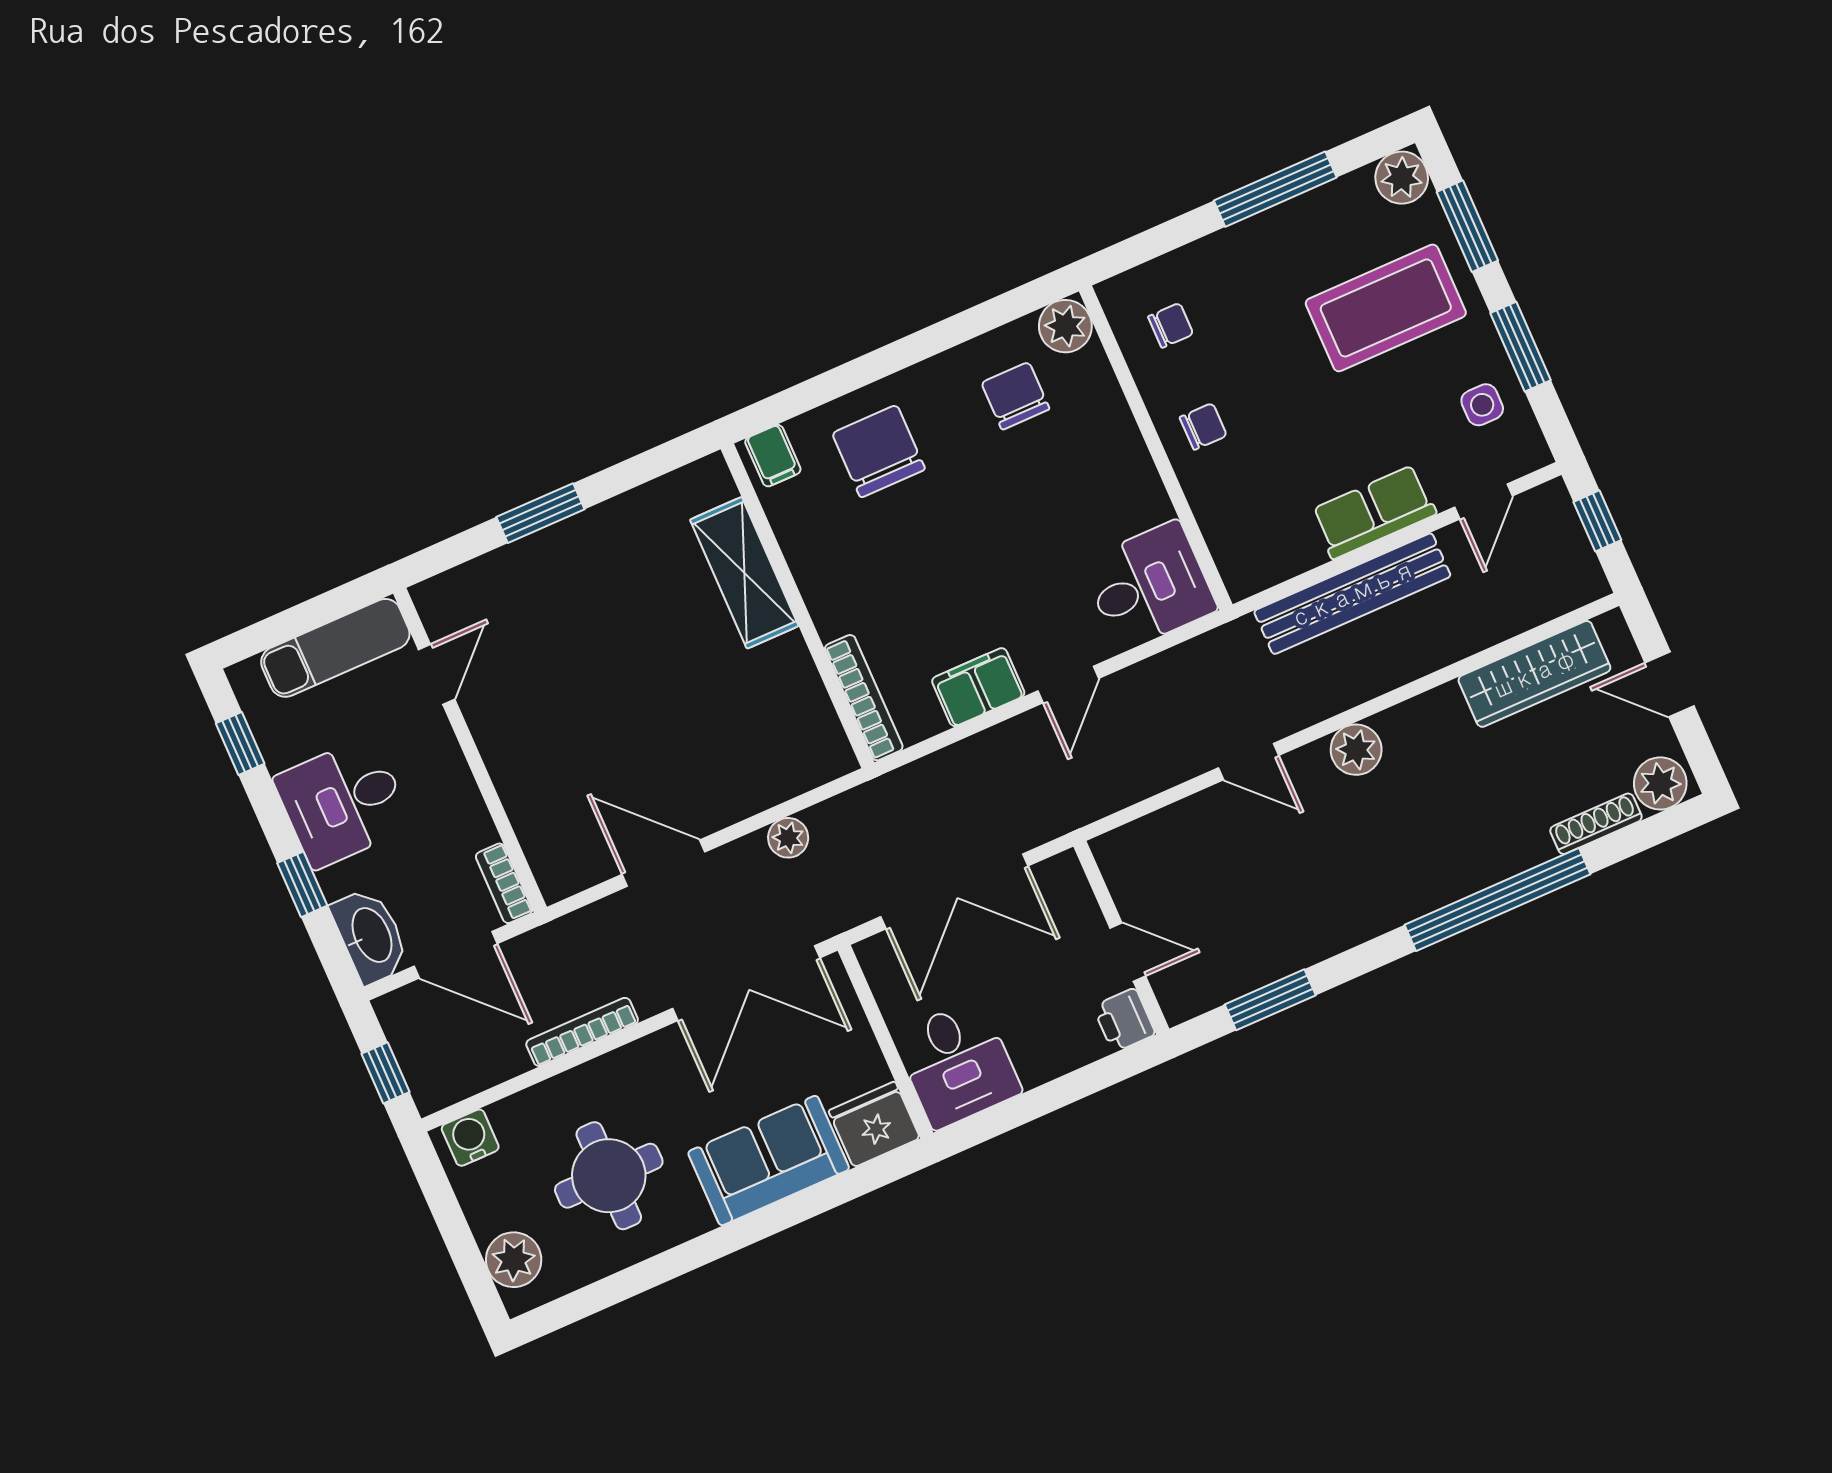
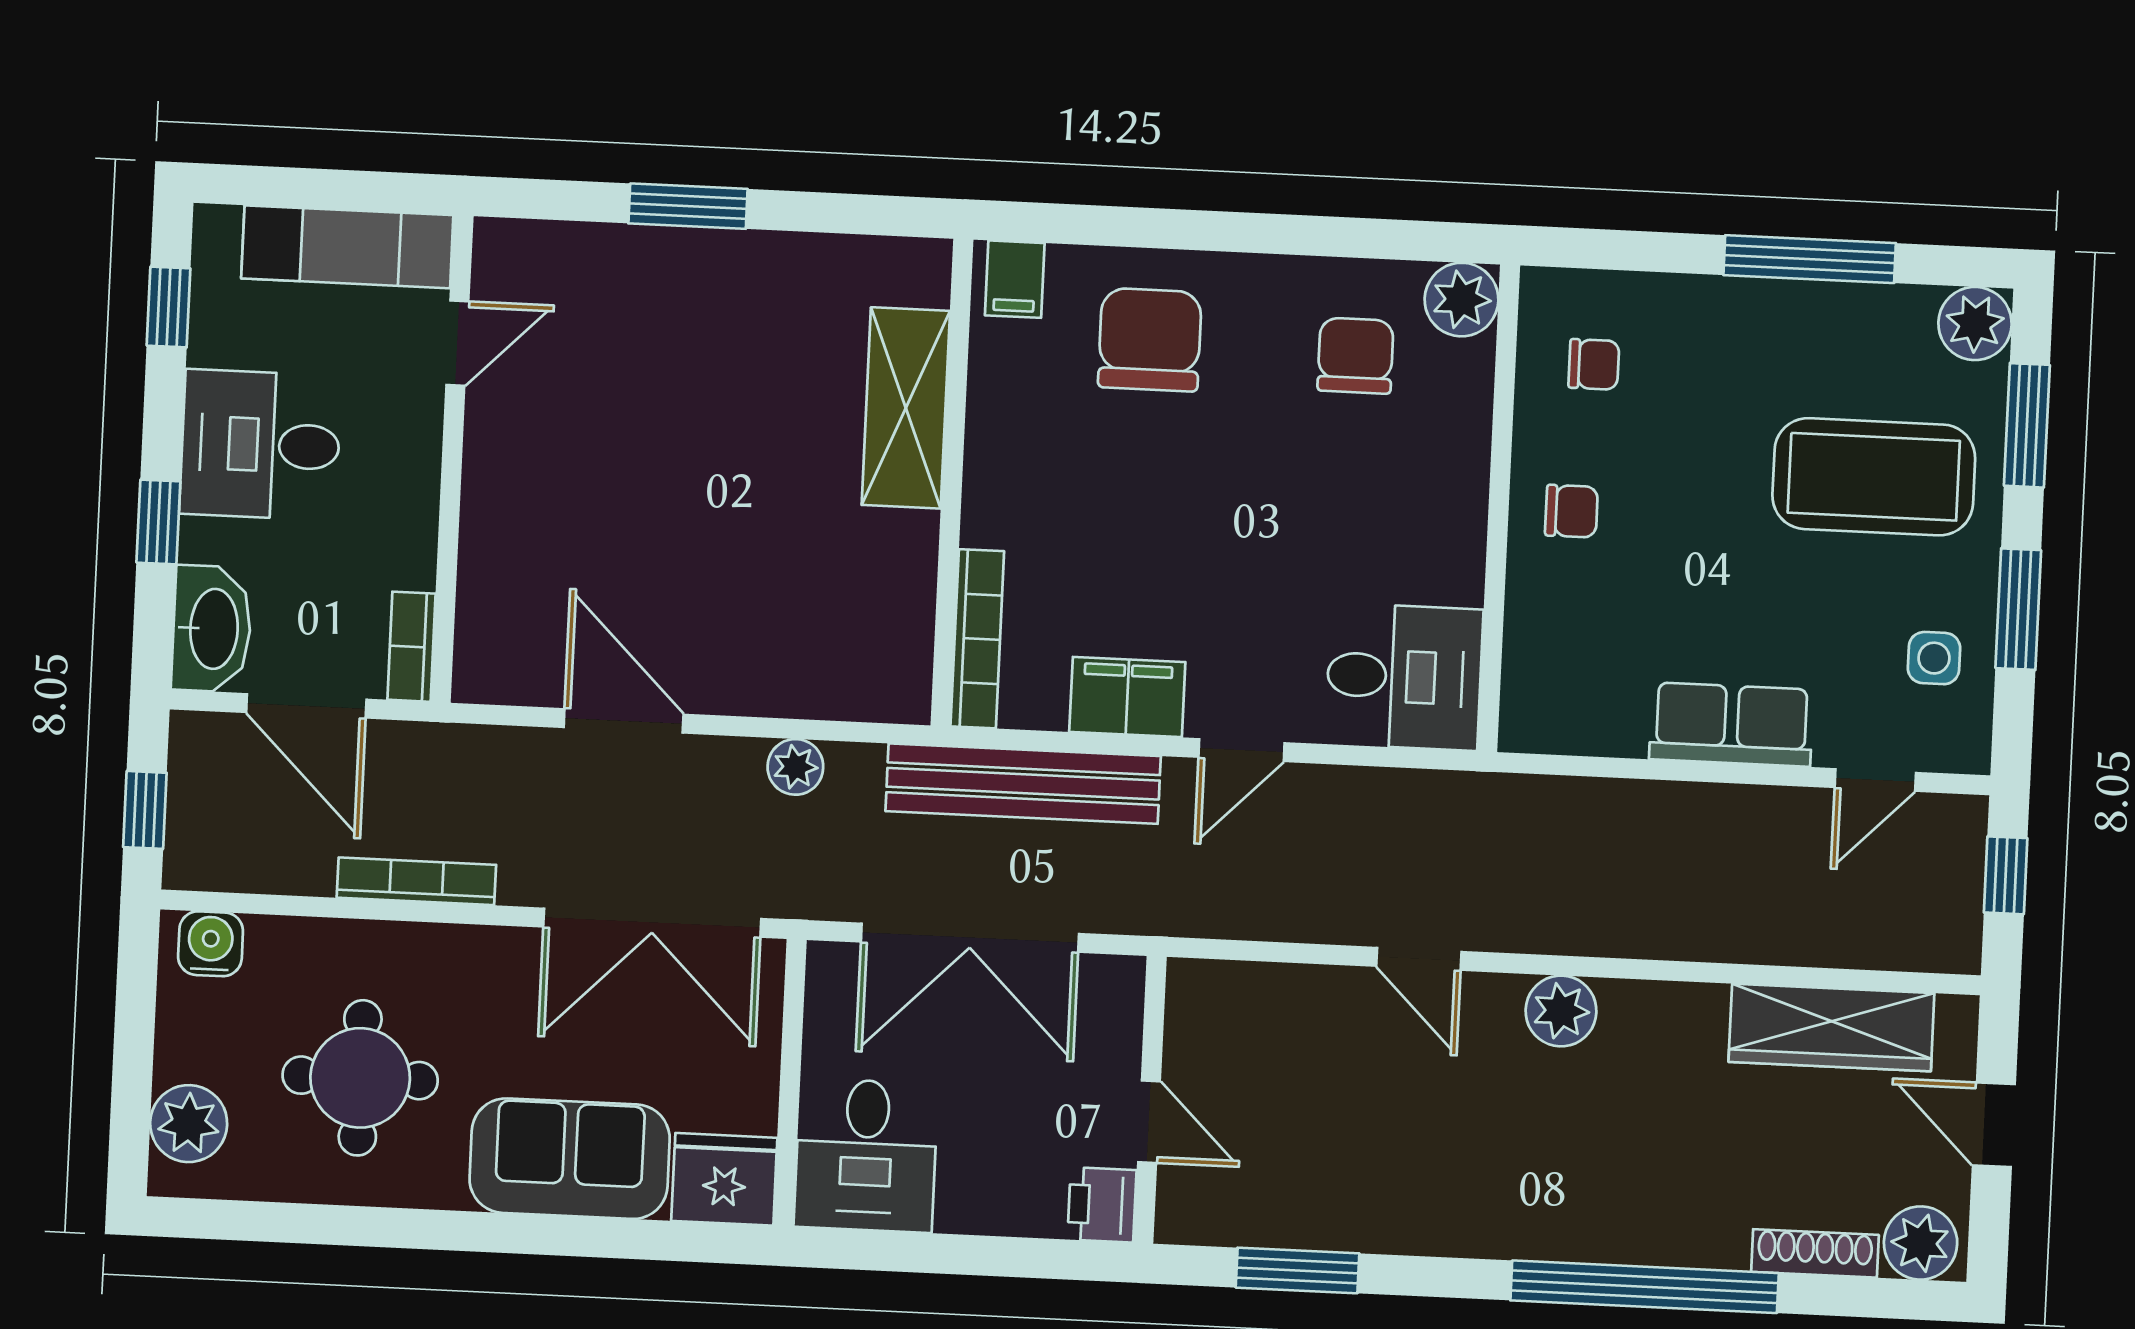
bench: (1352, 594) -> (1023, 784), moved

